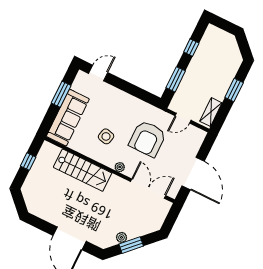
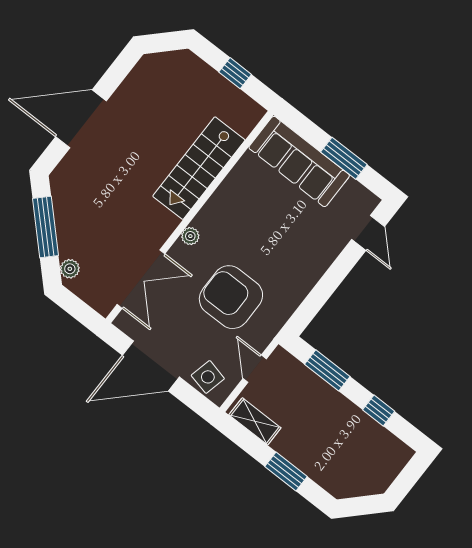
side table: (106, 136) -> (208, 377), moved
plant: (121, 237) -> (70, 269), moved
window: (131, 245) -> (45, 227), width x1.44

